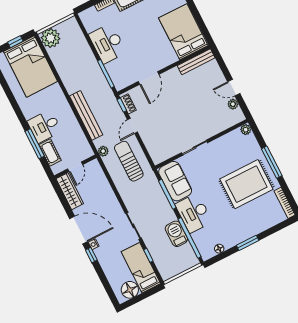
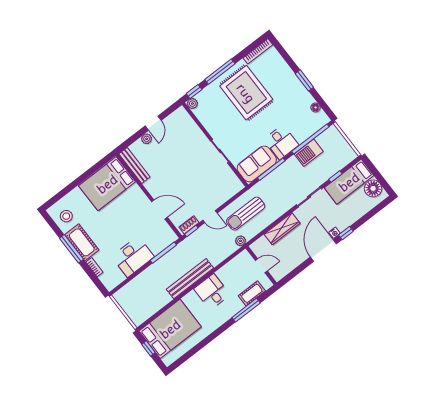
plant: (51, 38) -> (138, 314), removed
plant: (233, 104) -> (147, 139), moved
bench: (86, 115) -> (190, 279), moved
desk: (44, 126) -> (212, 292), moved, turned 180
window: (257, 133) -> (194, 92), added
wardrobe: (70, 191) -> (282, 229), moved, turned 180
desk: (194, 213) -> (281, 142), width x0.73

